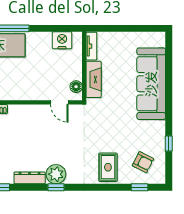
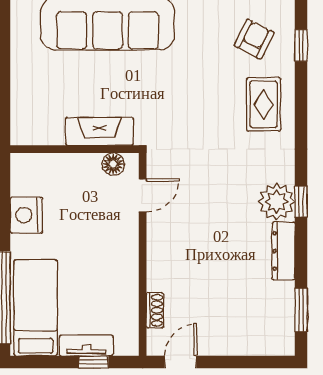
nightstand: (62, 40) -> (26, 215), moved
tv unit: (91, 46) -> (37, 135), removed
rug: (108, 167) -> (264, 104), turned 90

